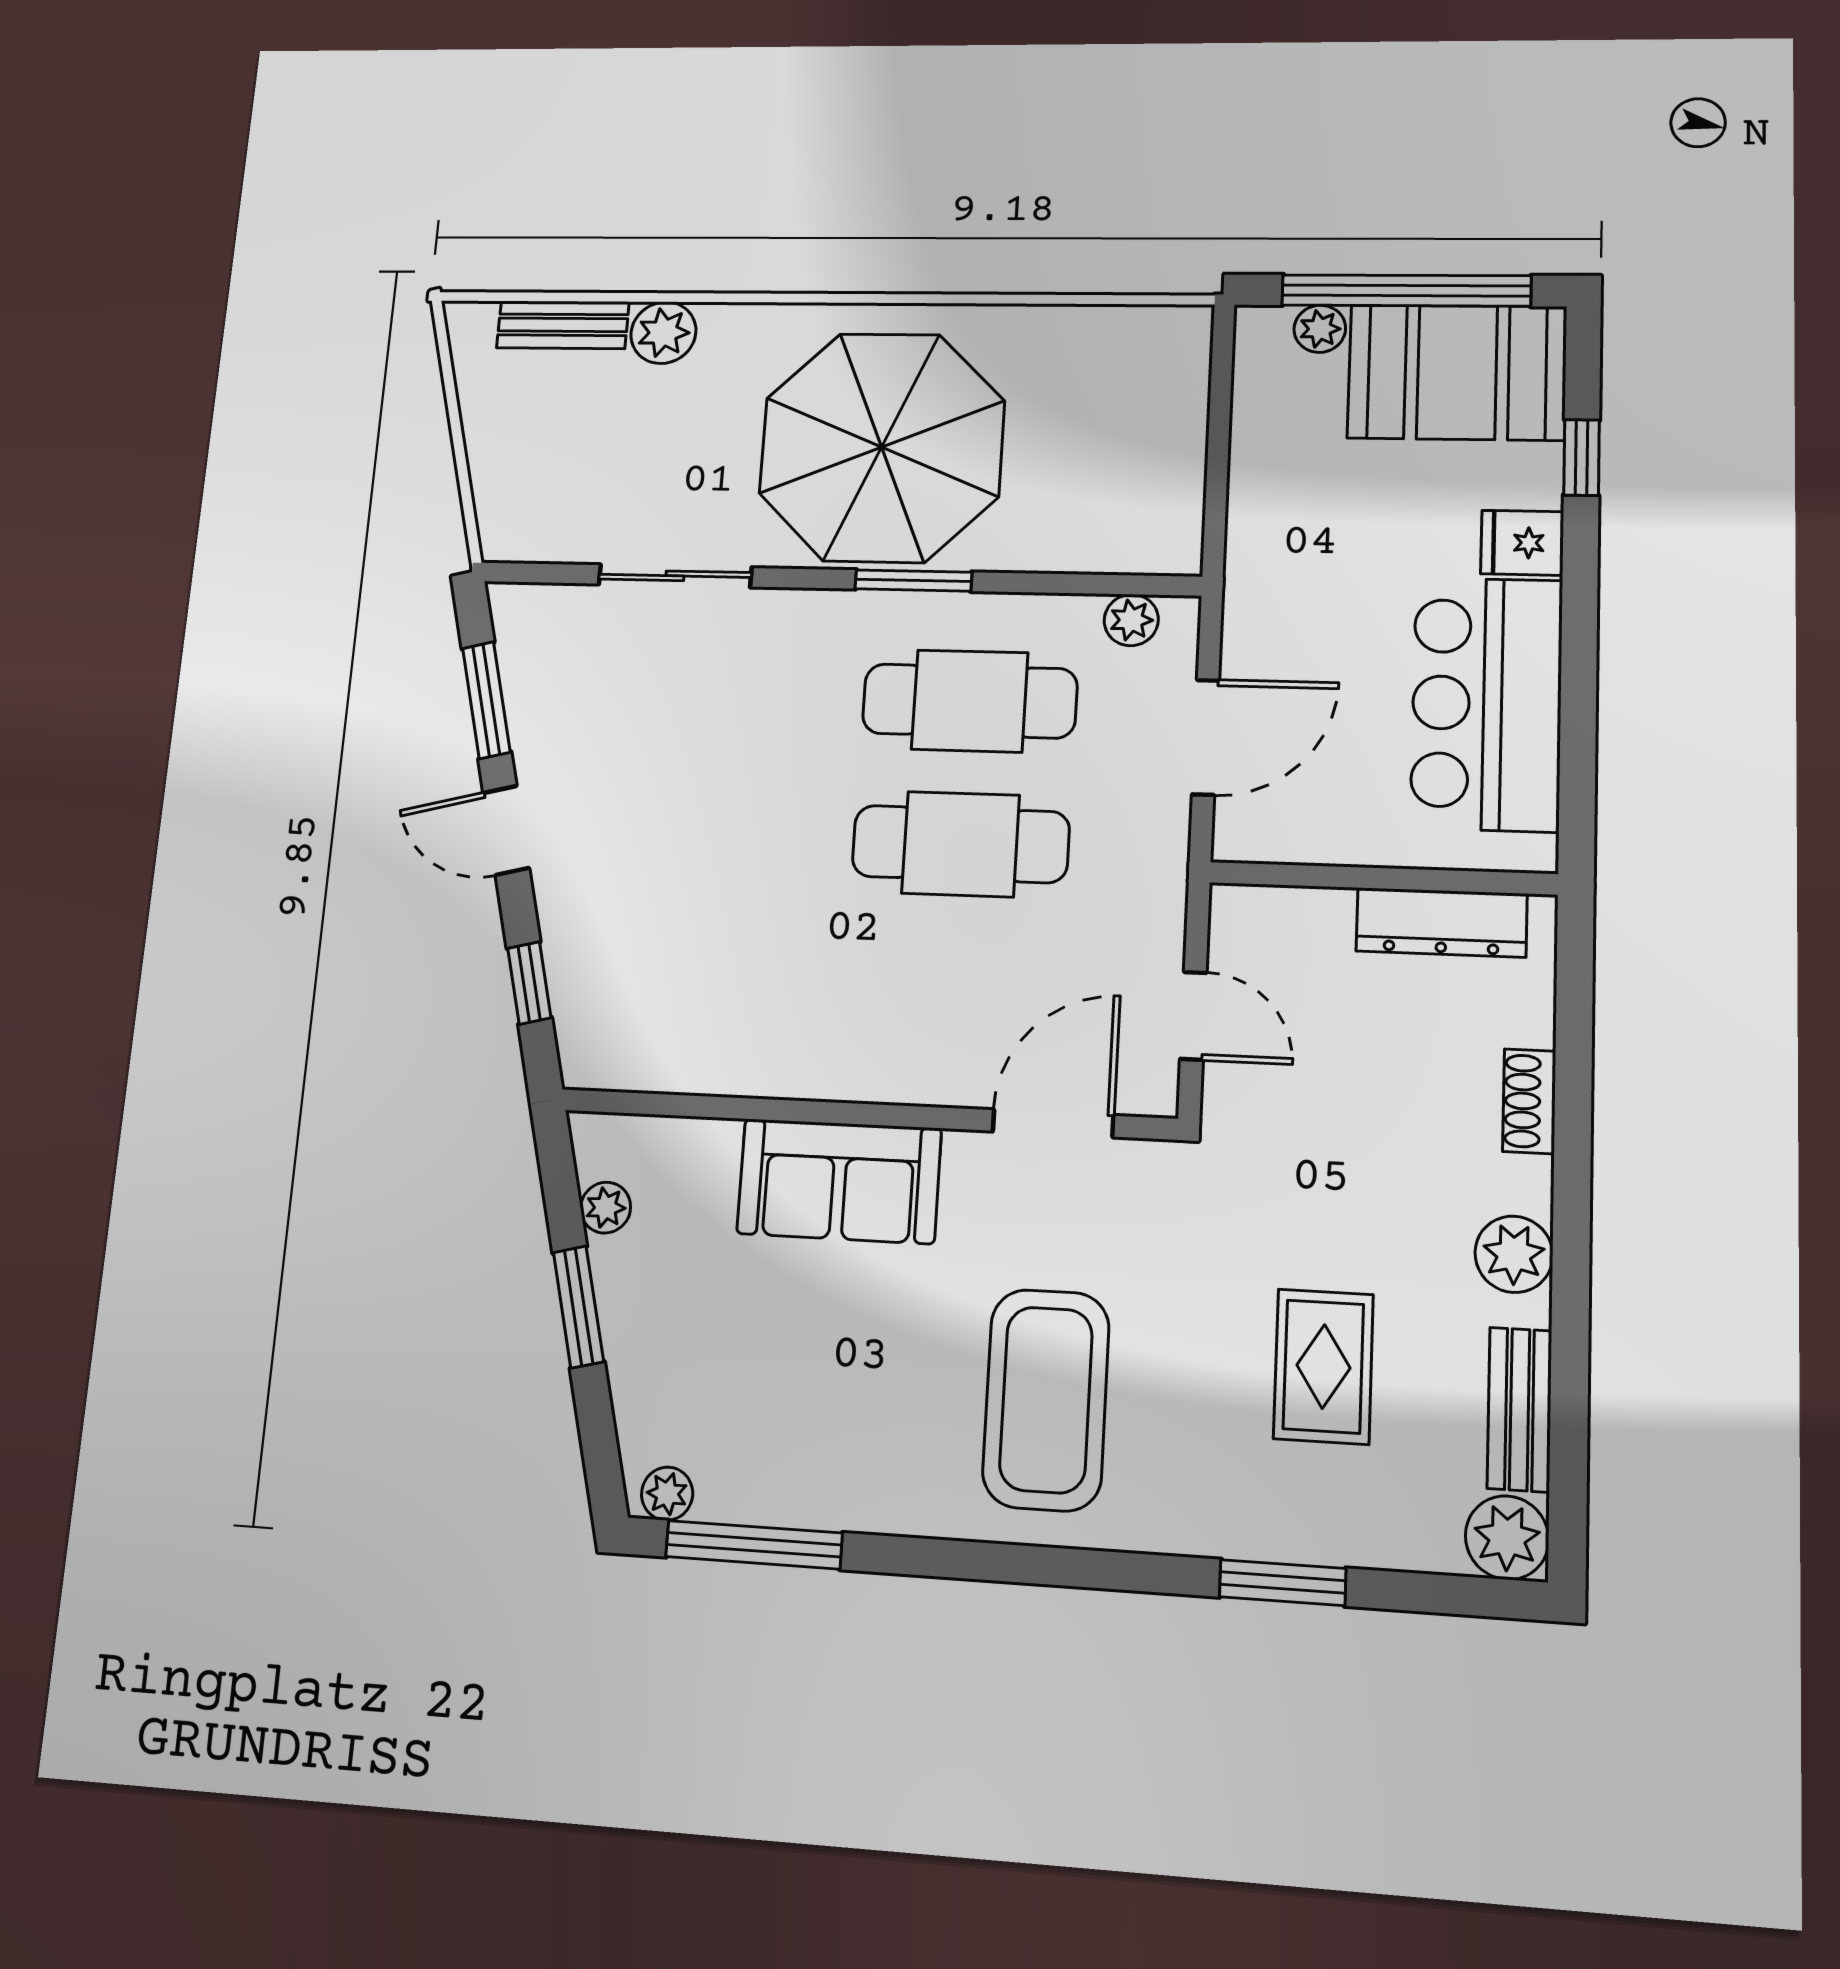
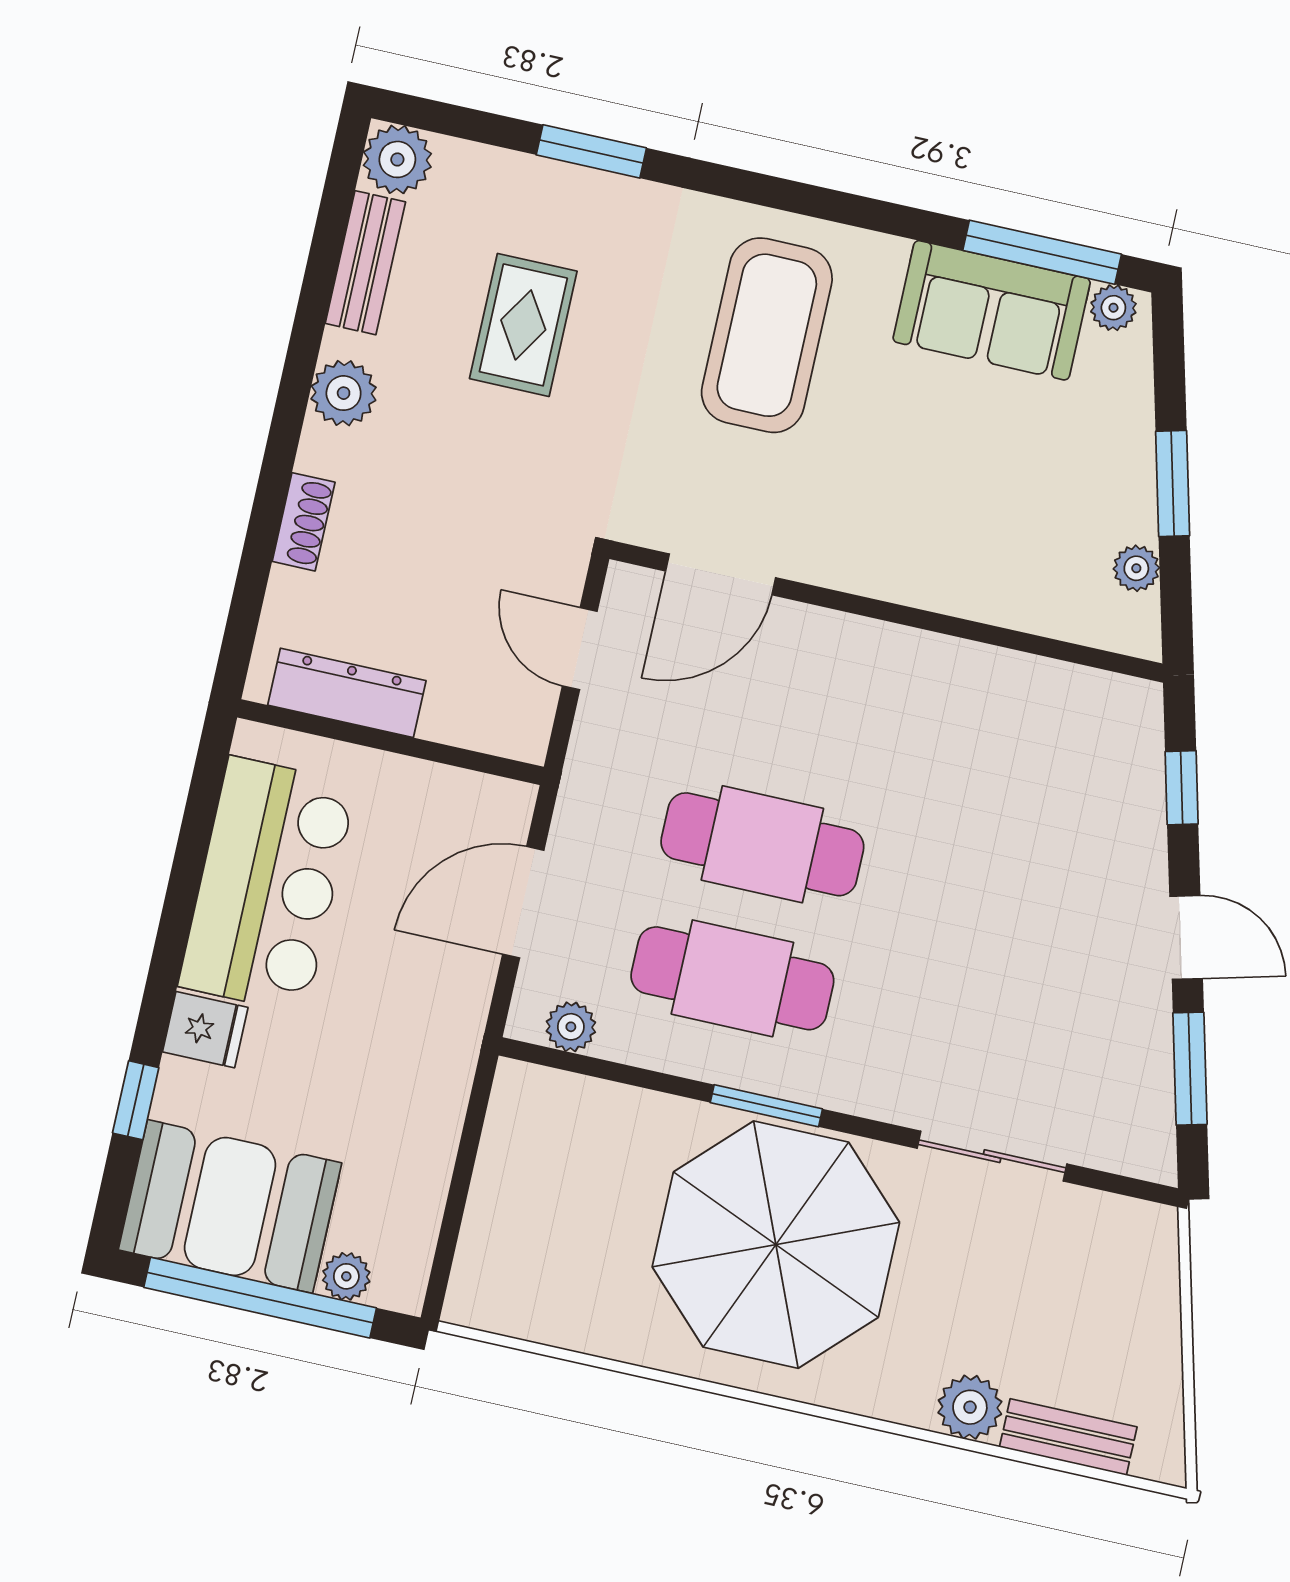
sofa: (839, 1181) -> (992, 310), moved, turned 180

